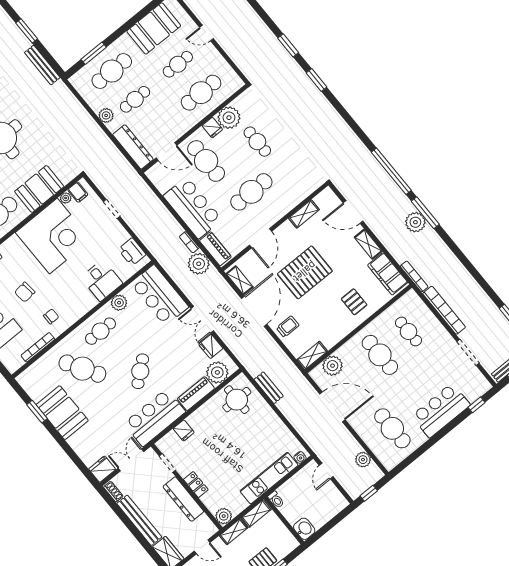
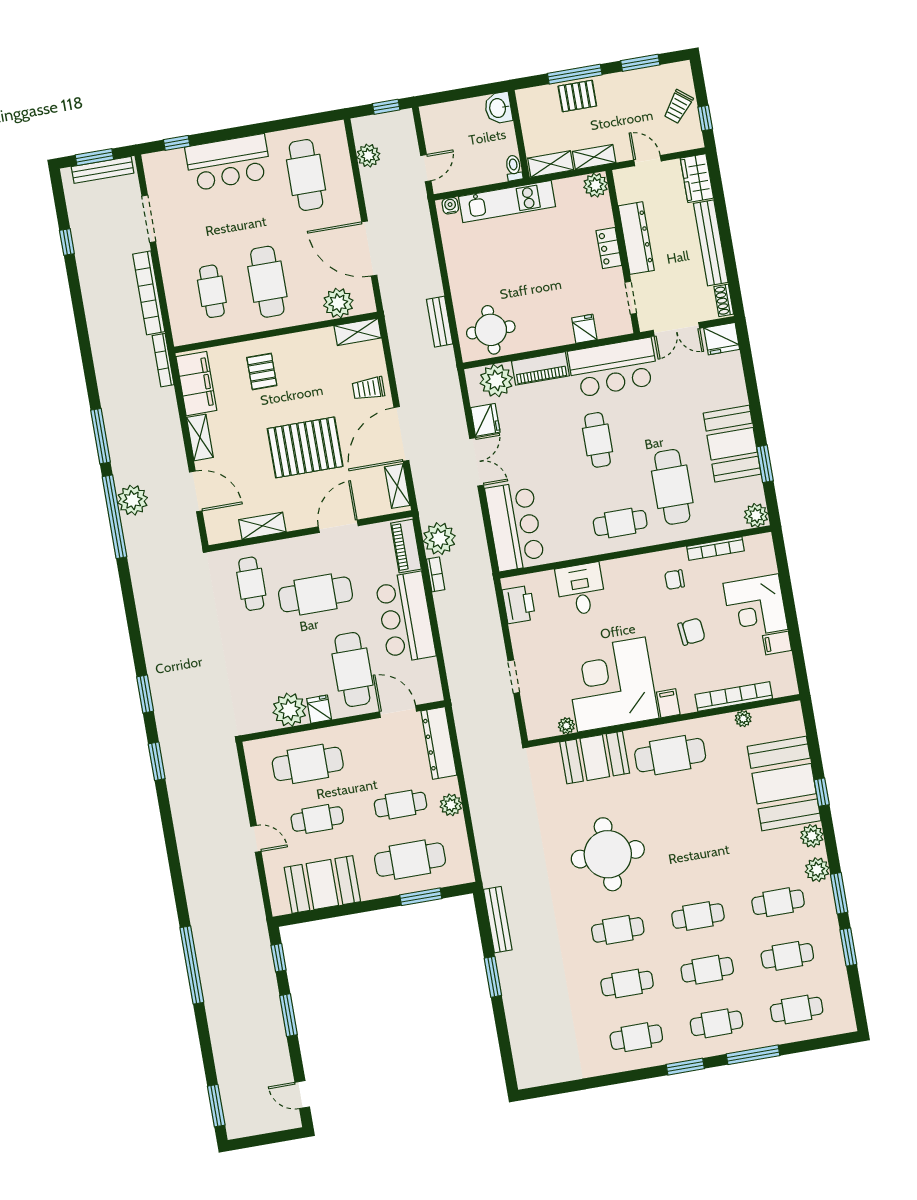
cafe table: (257, 142) -> (251, 584), moved
filing cabinet: (78, 192) -> (668, 703), moved
plant: (415, 222) -> (133, 500), moved
plant: (119, 303) -> (756, 515), moved
cafe table: (82, 369) -> (672, 487), turned 31
cafe table: (140, 371) -> (598, 440), turned -50

